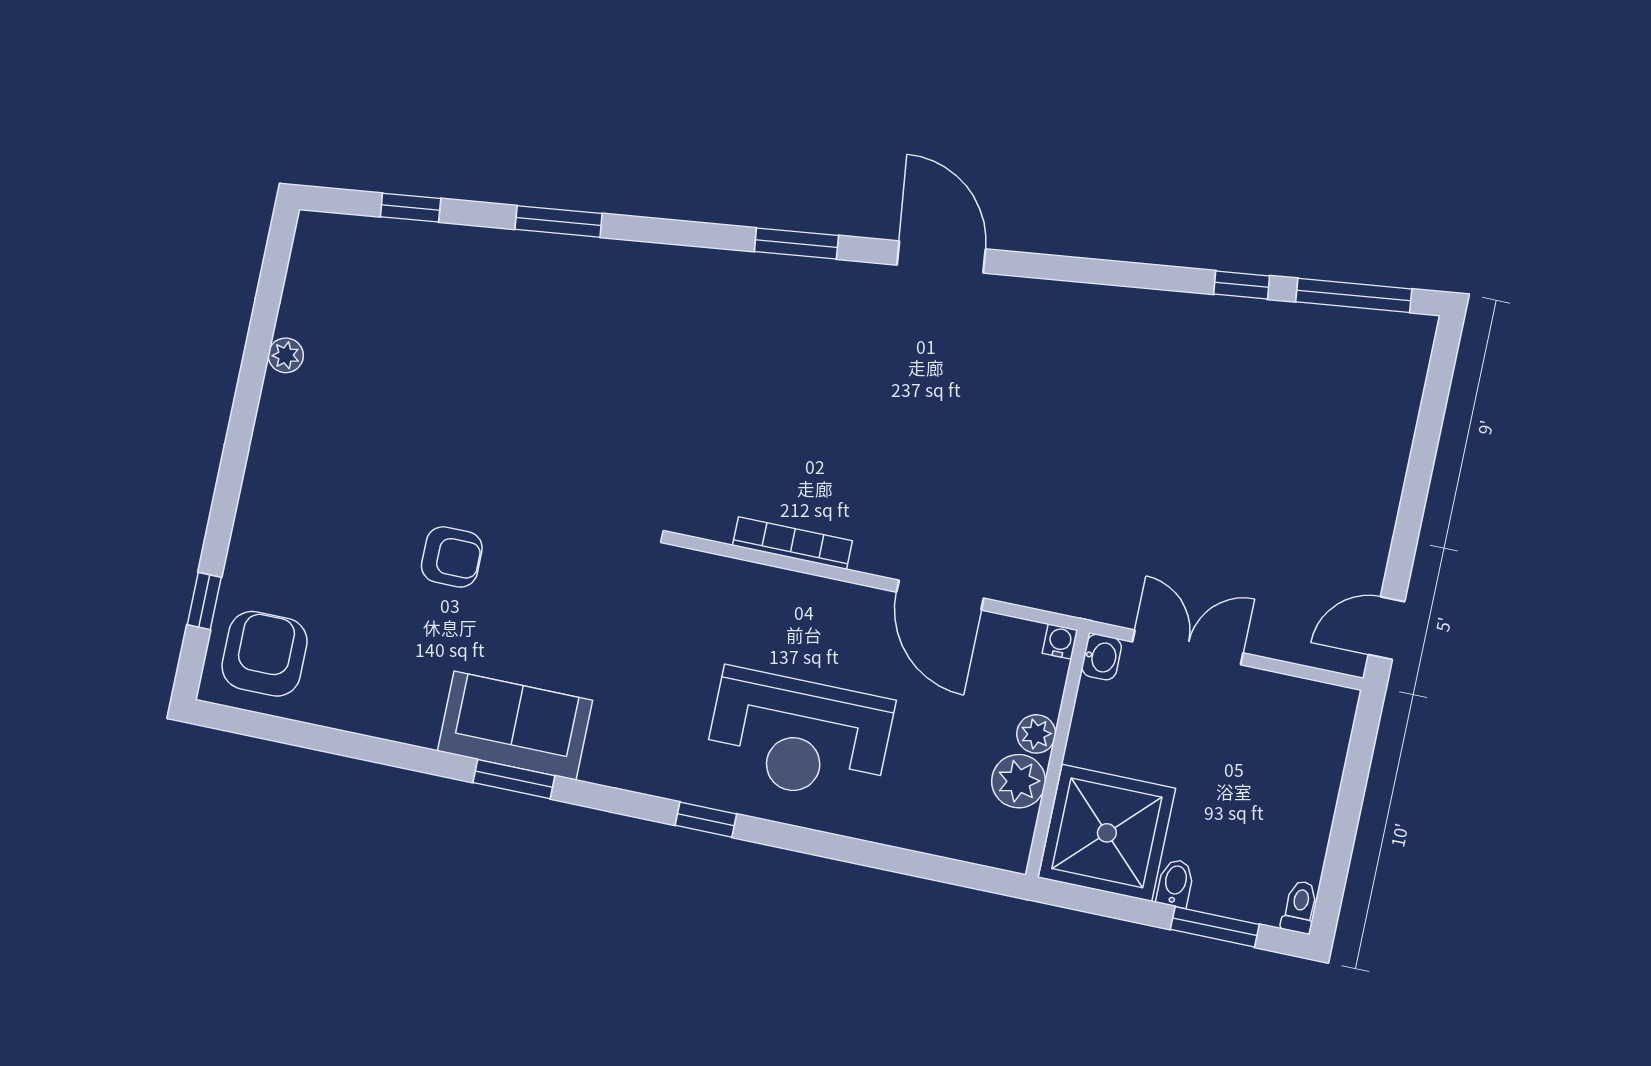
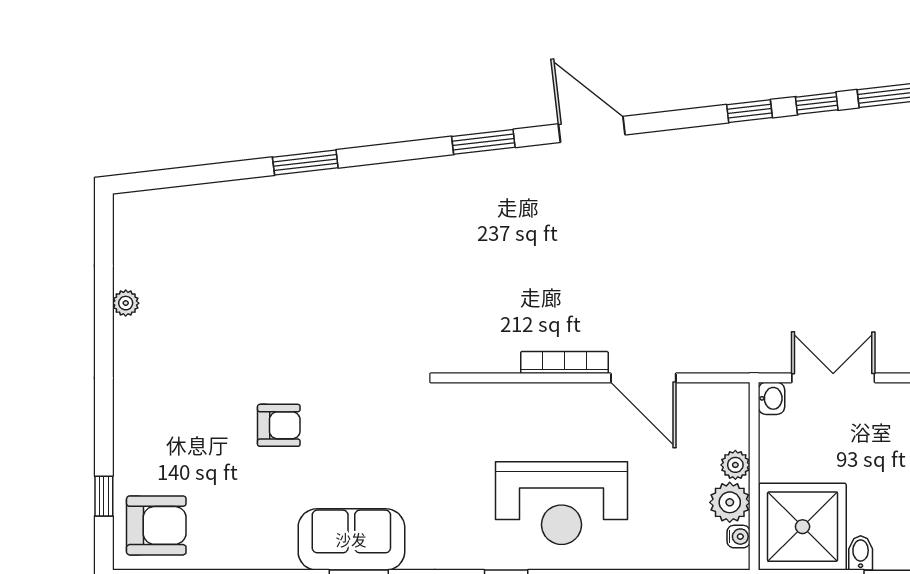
window: (411, 208) -> (750, 111), moved
bookcase: (792, 543) -> (564, 362), moved
water cooler: (1060, 642) -> (739, 537), moved, turned 90
armchair: (265, 654) -> (156, 525), turned 90

